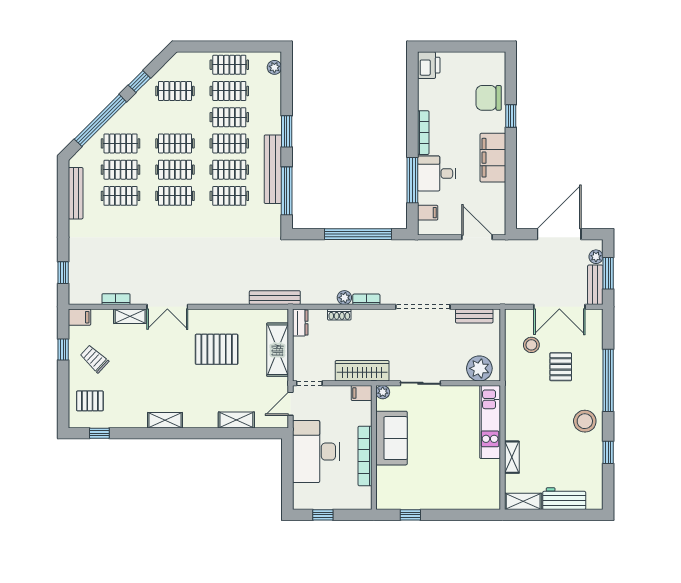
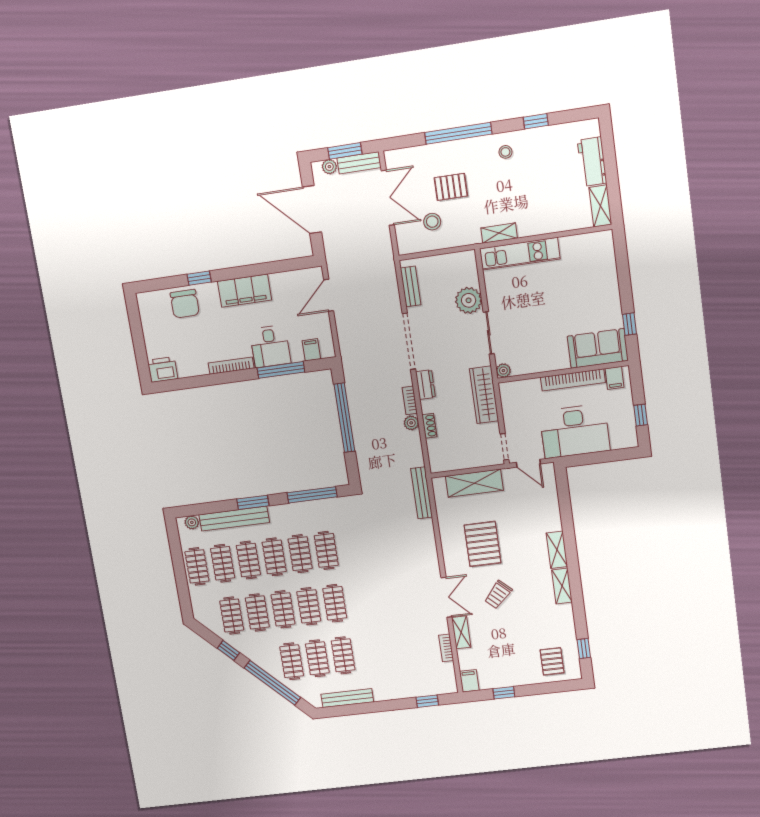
clothes rail: (175, 117) -> (257, 612), added
bench: (273, 169) -> (234, 519), moved
dresser: (300, 323) -> (425, 384), moved, turned 90
trolley: (94, 359) -> (498, 595), moved
plant: (479, 368) -> (469, 300), moved
filing cabinet: (362, 393) -> (615, 378), moved
shelving: (236, 420) -> (557, 550), moved
stool: (585, 421) -> (505, 152), width x0.53, depth x0.53
sofa: (392, 438) -> (598, 348), moved
shelving: (512, 457) -> (499, 233), moved

